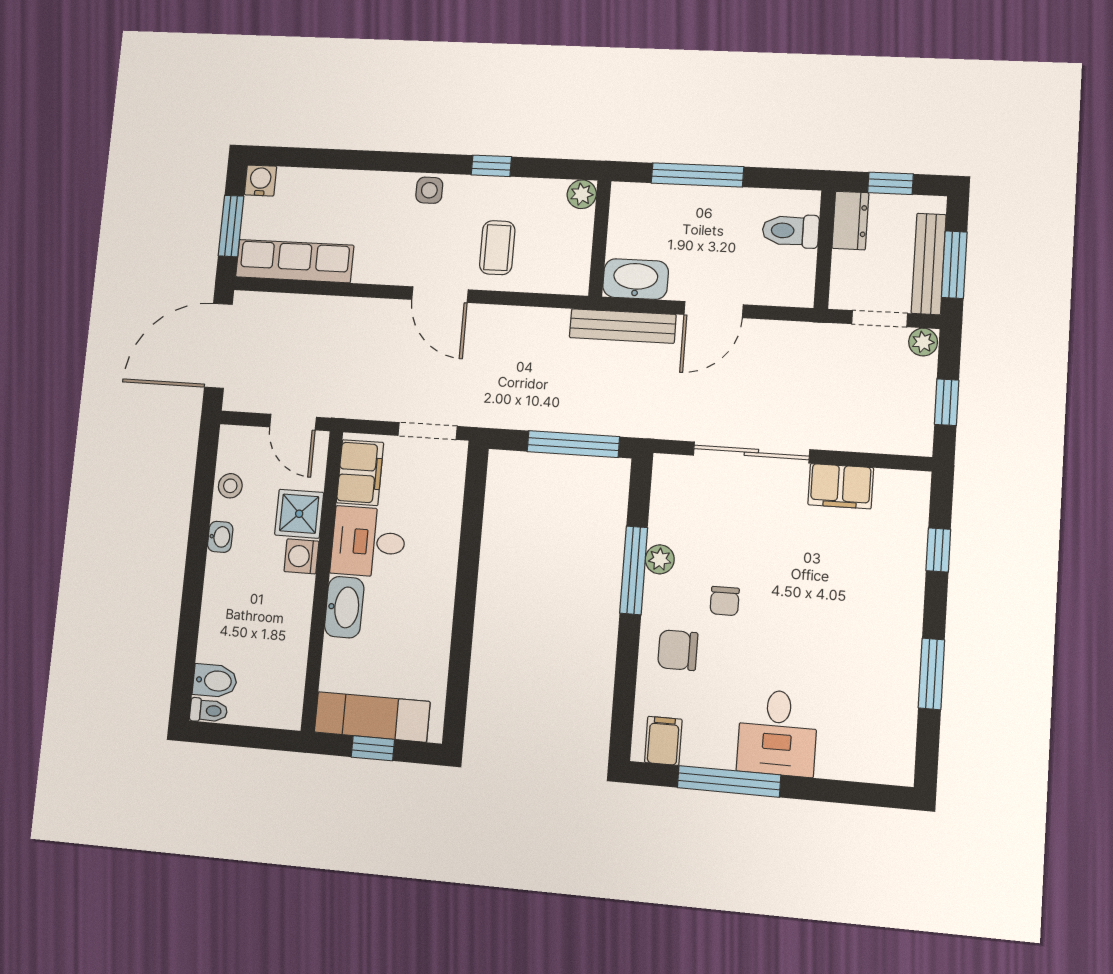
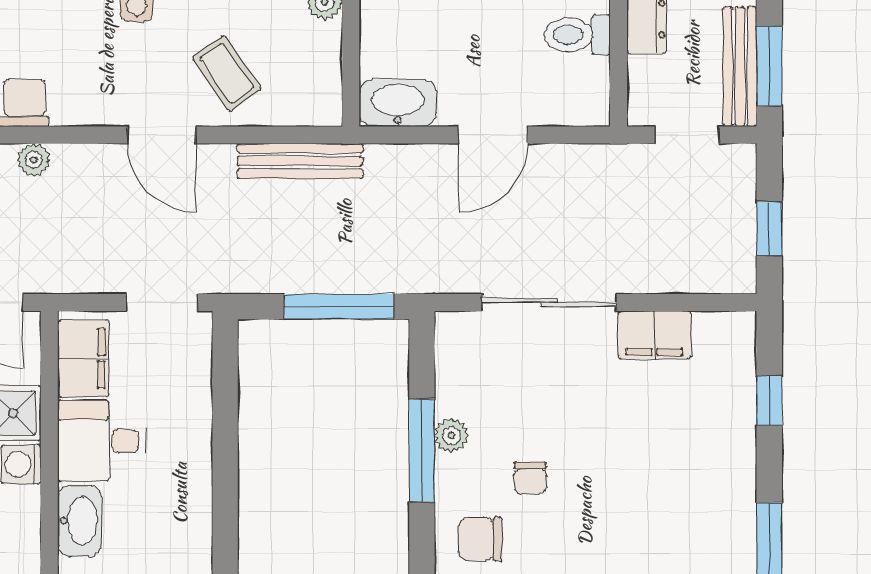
coffee table: (497, 248) -> (227, 73), turned -35
bench: (623, 326) -> (300, 161), moved
plant: (923, 342) -> (34, 160), moved

